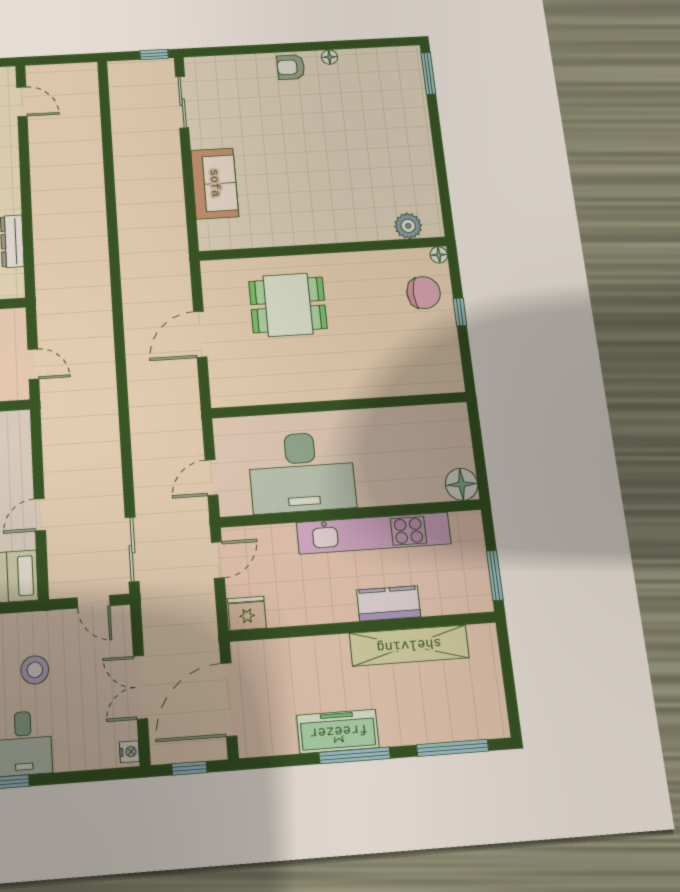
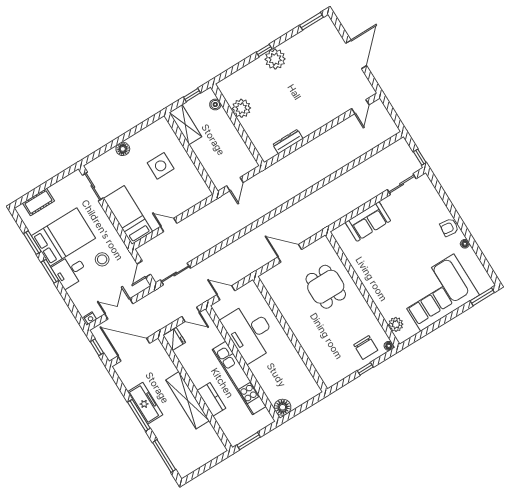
armchair: (291, 67) -> (449, 227), turned -83
corner sofa: (387, 136) -> (437, 292), added
shelving: (409, 645) -> (187, 400), moved

